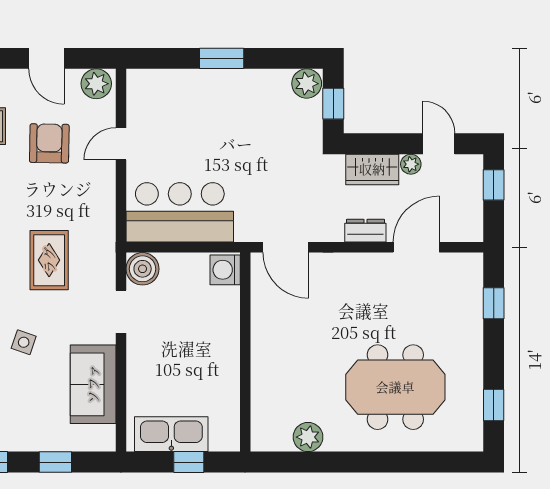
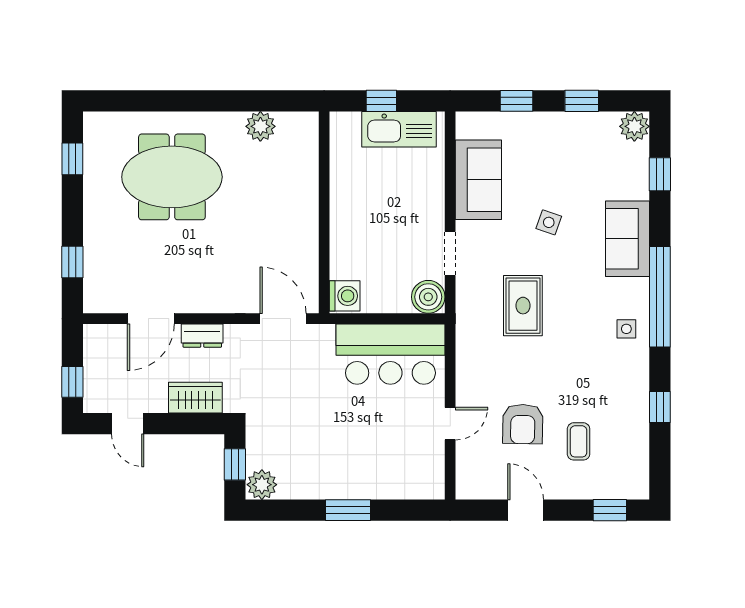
plant: (96, 84) -> (475, 484), removed
plant: (411, 164) -> (156, 403), removed

